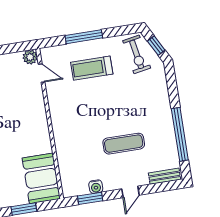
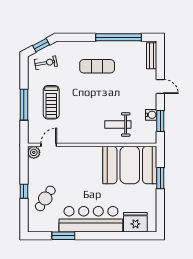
exercise bike: (137, 54) -> (46, 63), width x0.73, depth x0.72
exercise mat: (124, 144) -> (97, 66), moved, turned 90
weight bench: (78, 150) -> (118, 124), added
booth: (41, 178) -> (130, 165), width x1.36, depth x1.42

